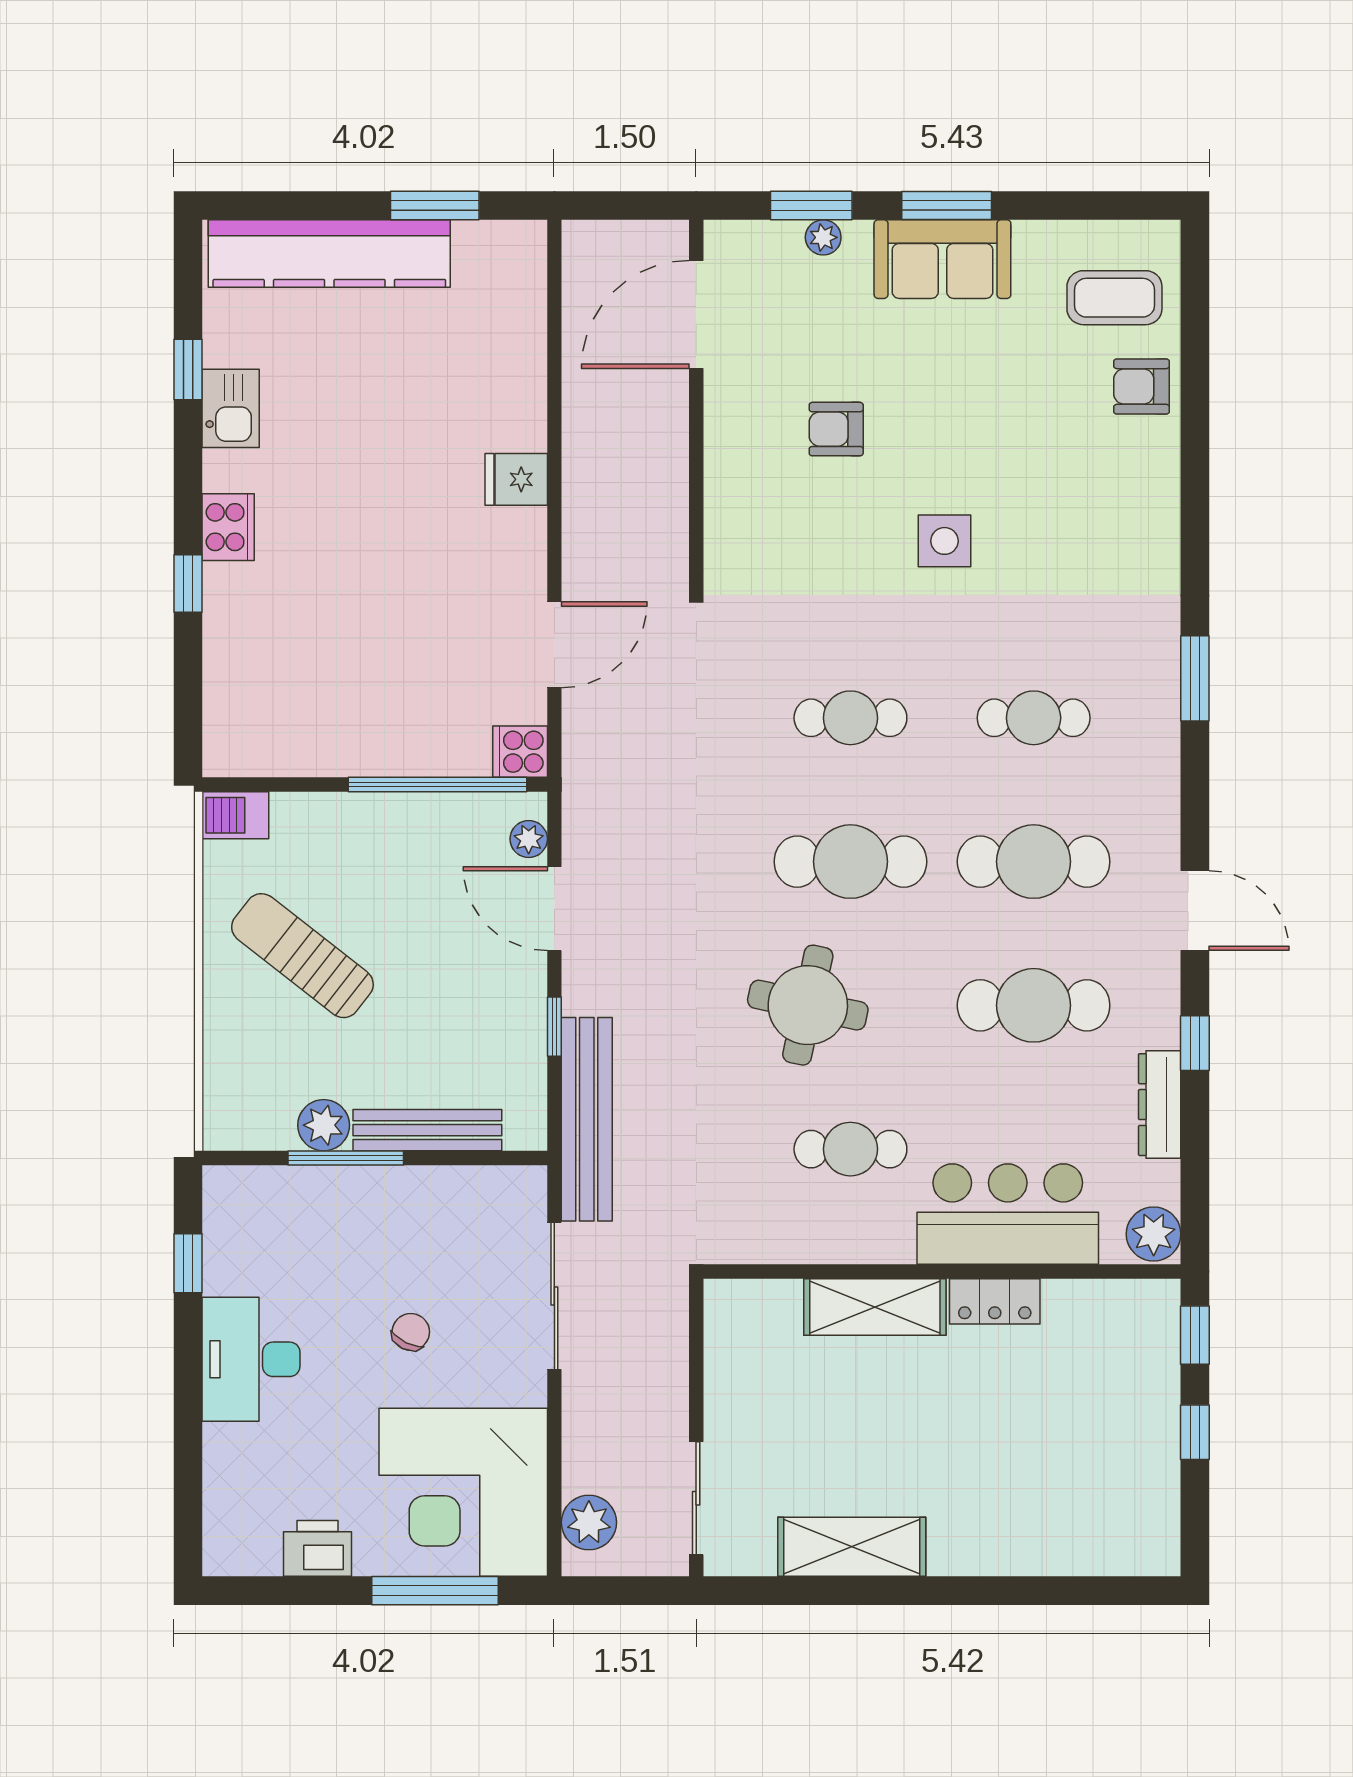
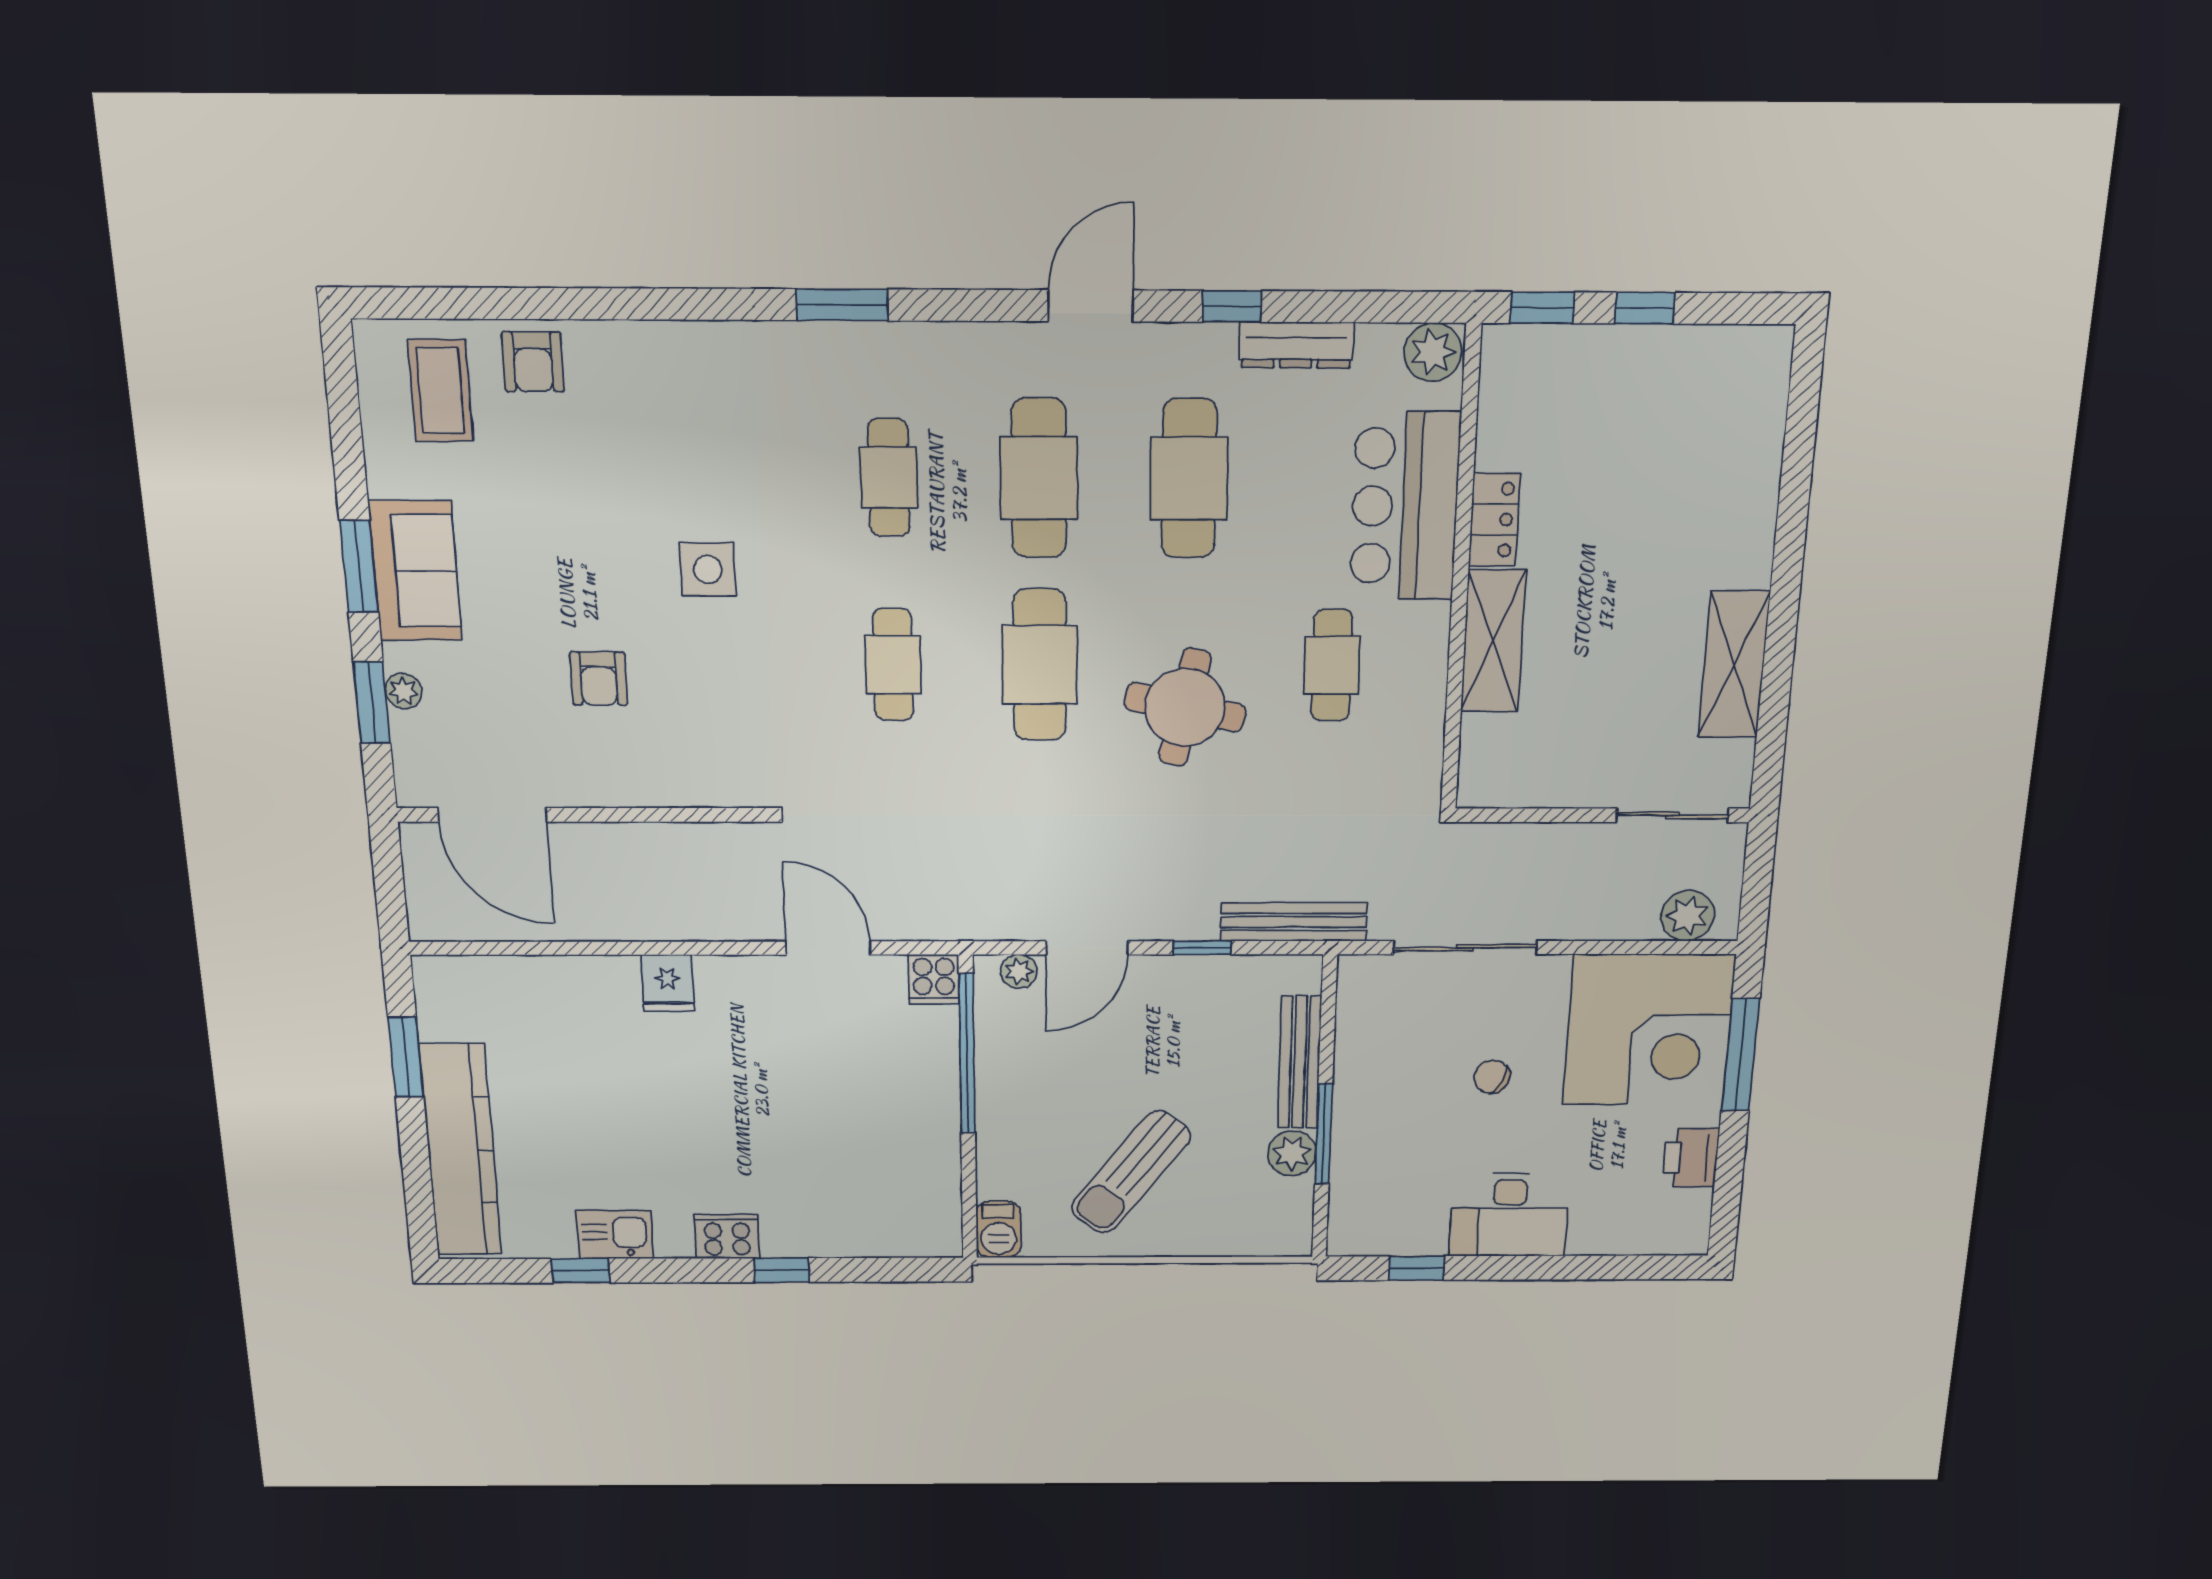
bench: (587, 1119) -> (1293, 922), width x0.73, depth x0.82

